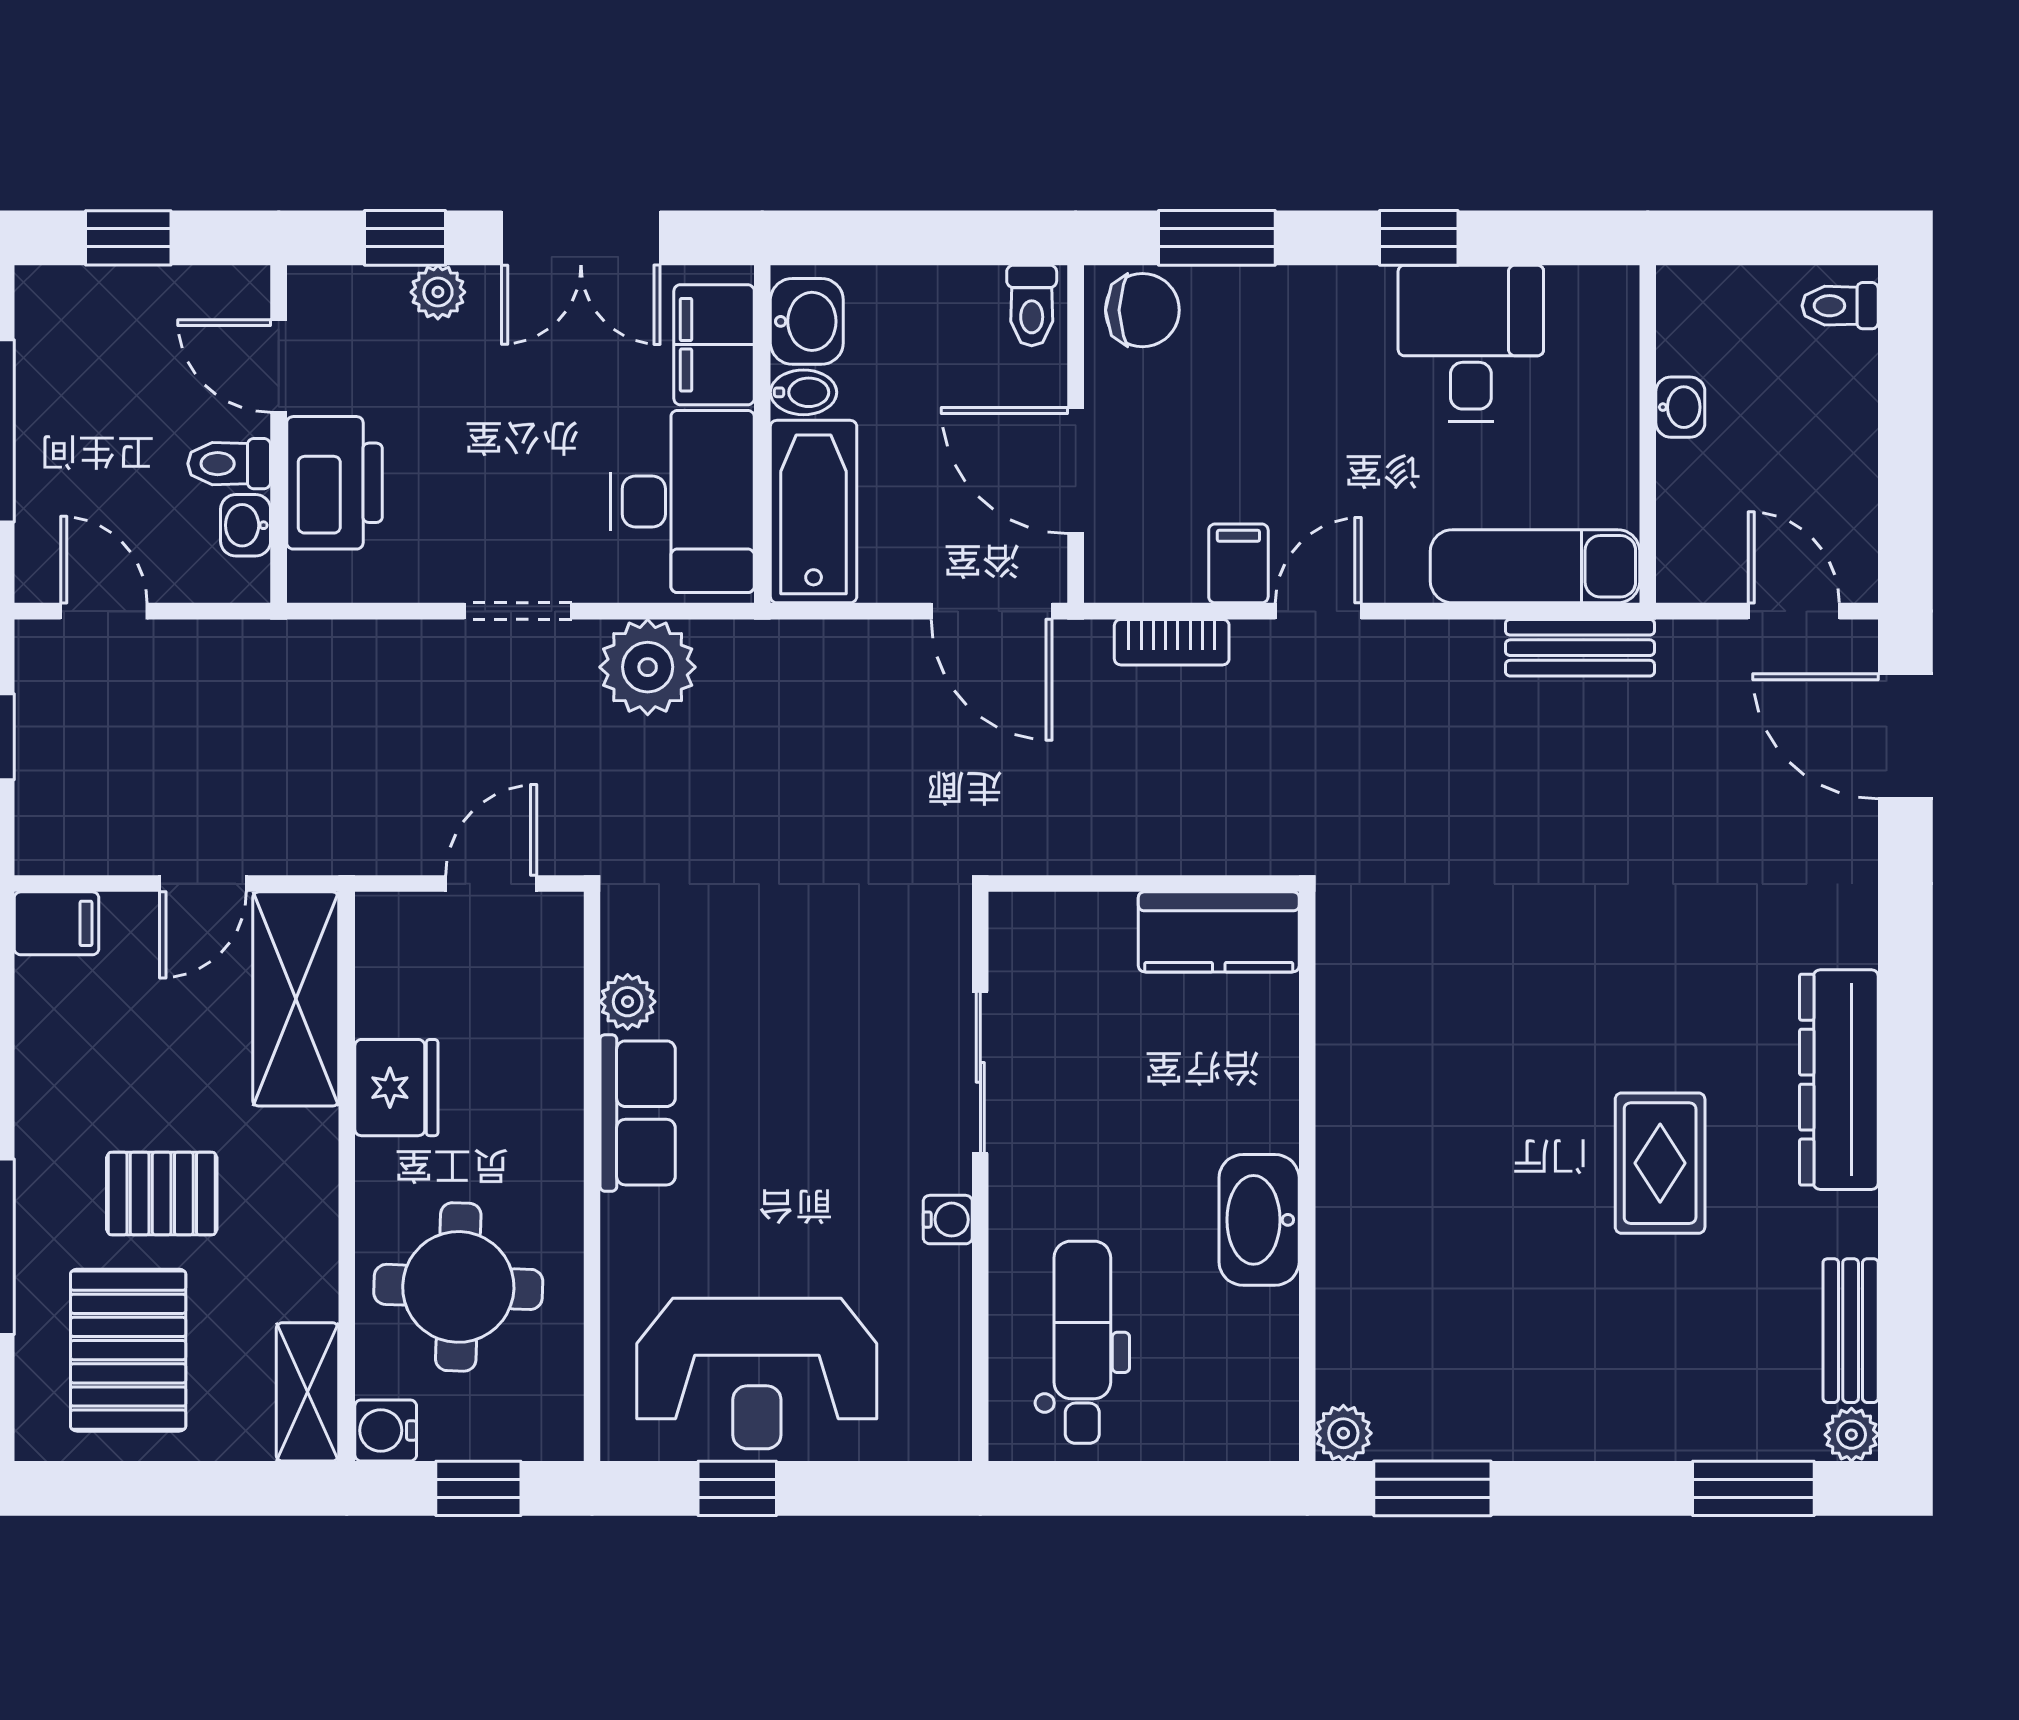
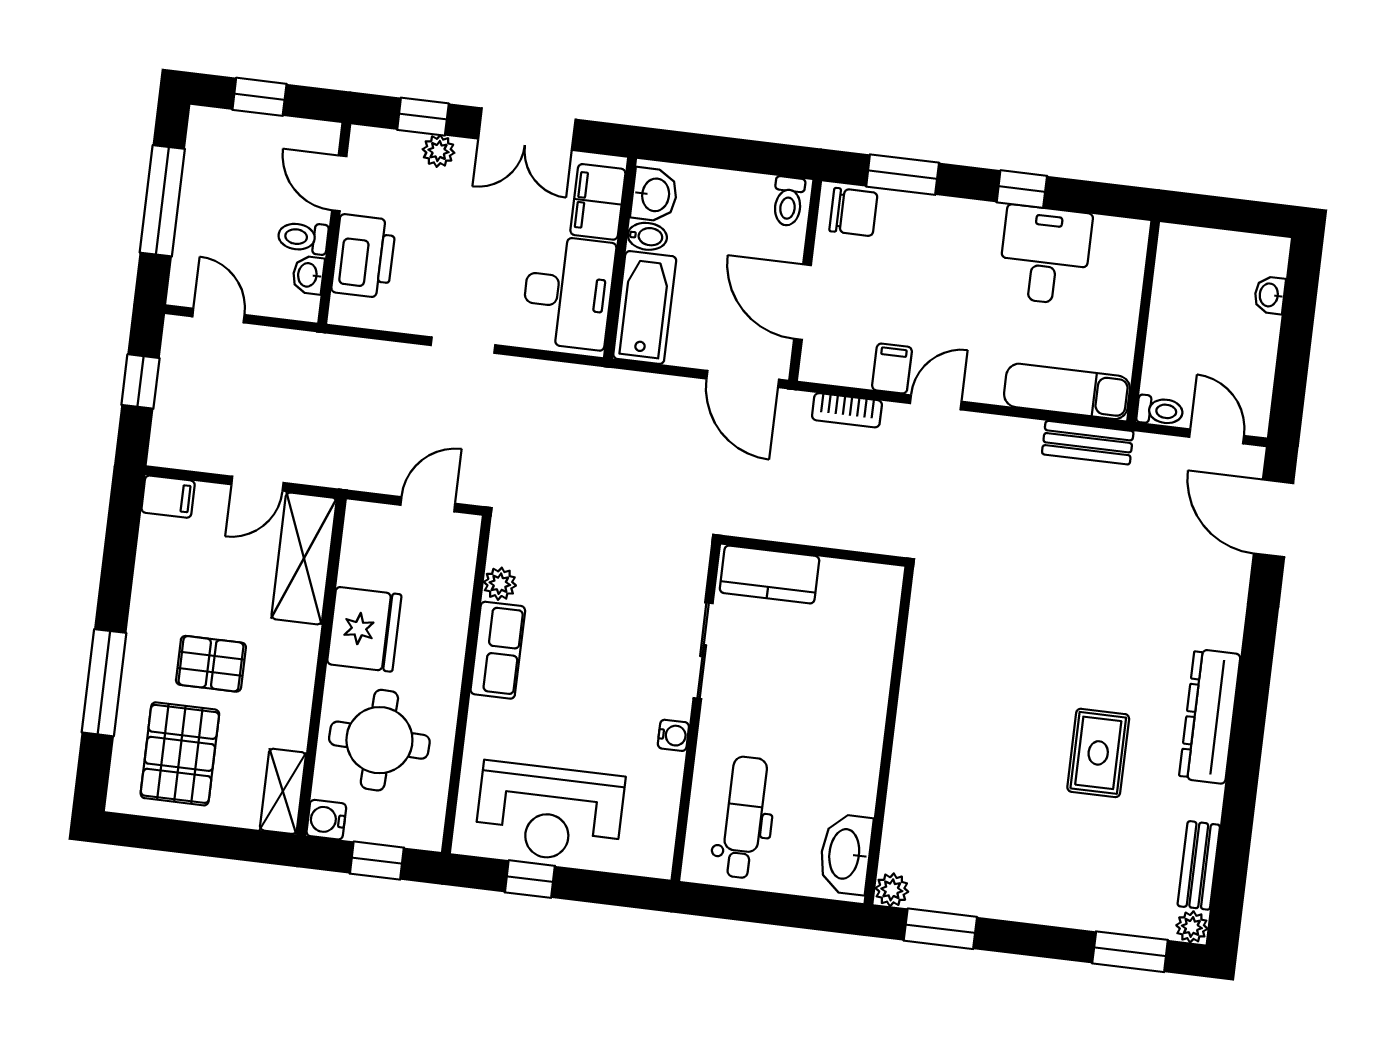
toilet: (1840, 306) -> (1160, 411), moved, turned 180
washbasin: (1680, 407) -> (1270, 295), moved, turned 180
plant: (648, 667) -> (536, 388), removed
kitchen counter: (1219, 932) -> (770, 575), moved
fridge: (396, 1088) -> (364, 629), width x1.36, depth x1.34
washbasin: (1259, 1220) -> (846, 854), moved

